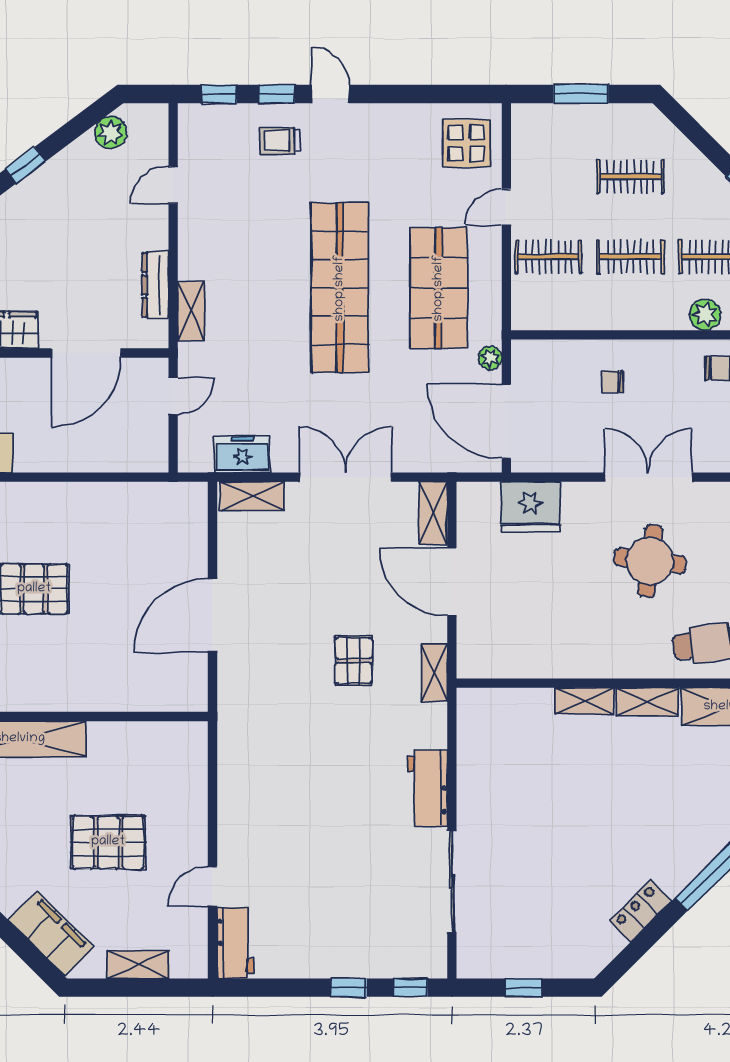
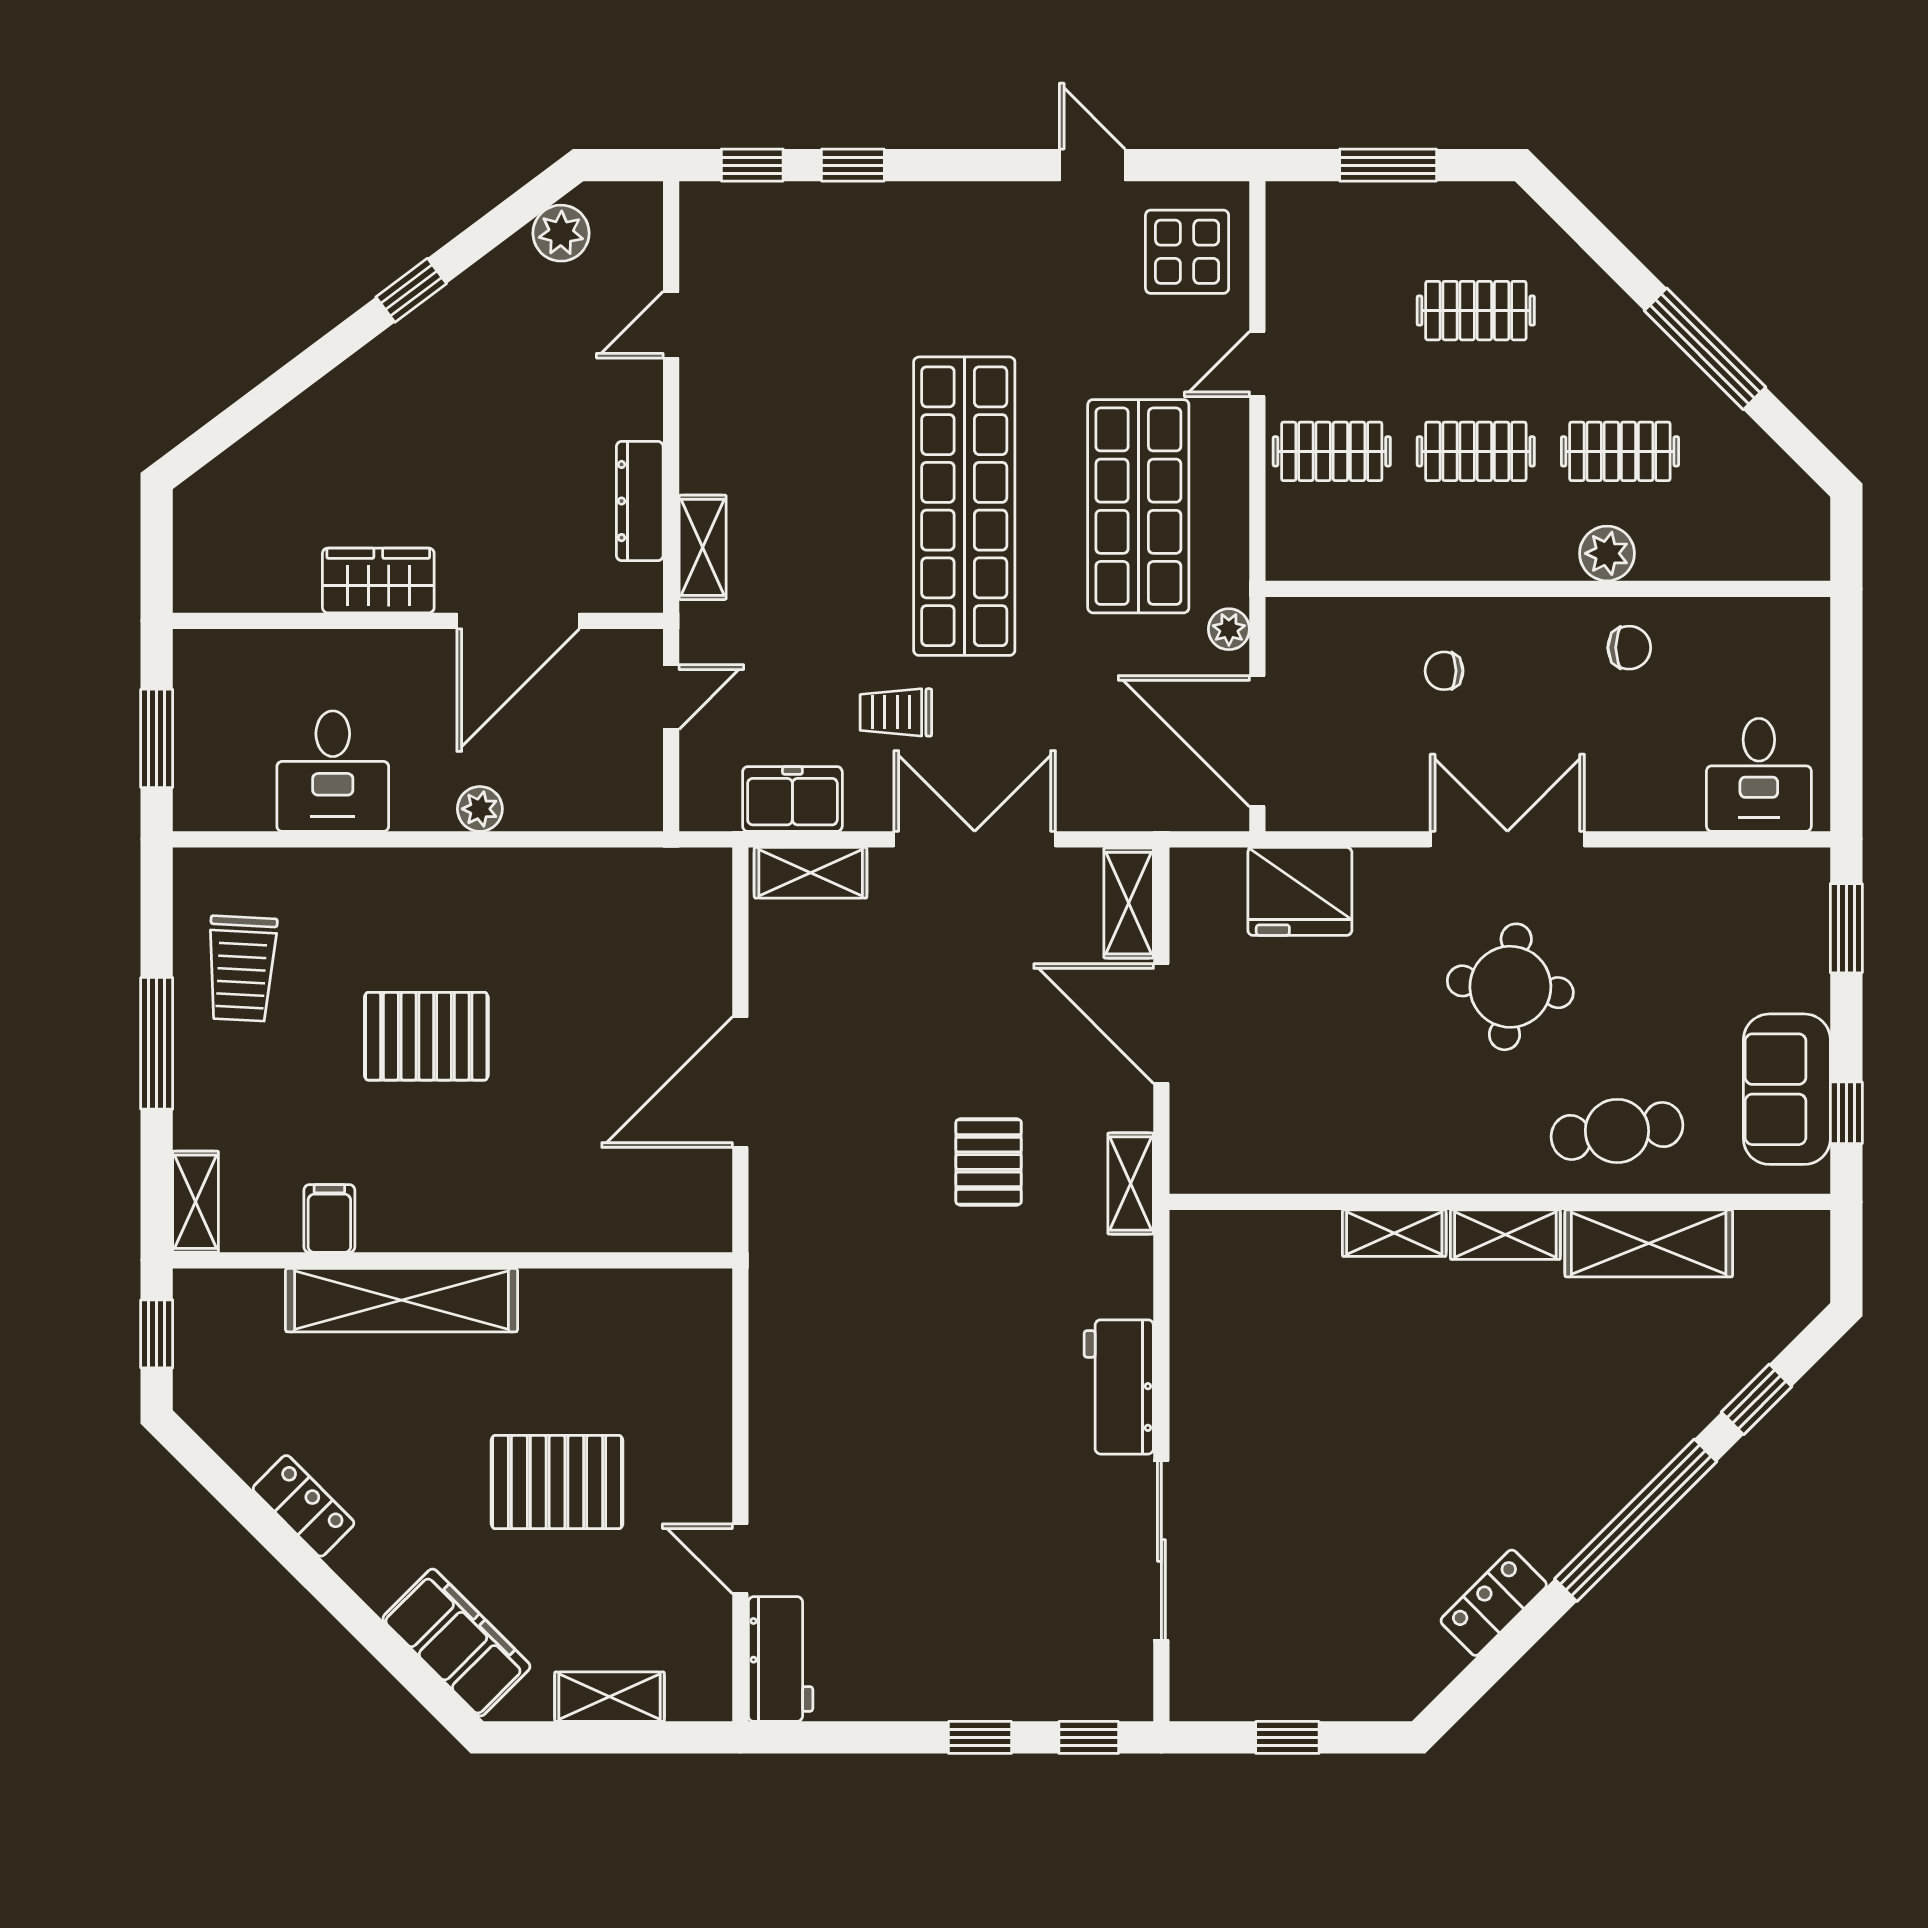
door: (330, 94) -> (1092, 165), moved
trolley: (280, 141) -> (896, 712), moved
plant: (64, 460) -> (480, 809), added
door: (212, 886) -> (740, 1559), hinge flipped

